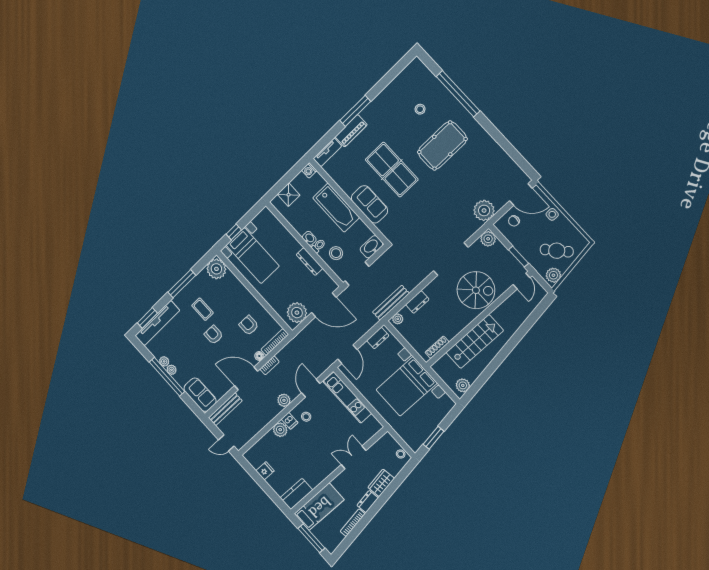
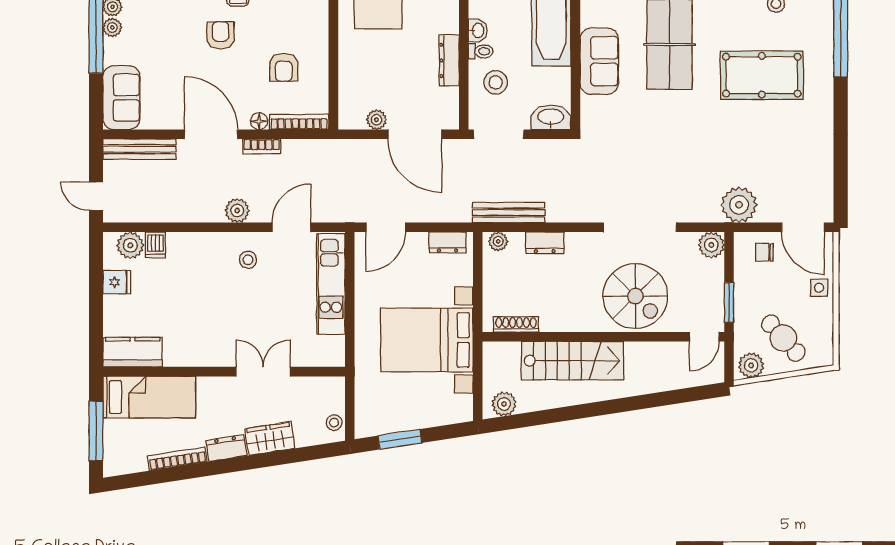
plant: (297, 313) -> (377, 120), width x0.53, depth x0.53
armchair: (249, 325) -> (284, 67), turned 180
dishwasher: (290, 421) -> (155, 245), moved
plant: (280, 430) -> (130, 245), moved

